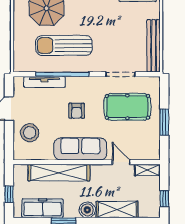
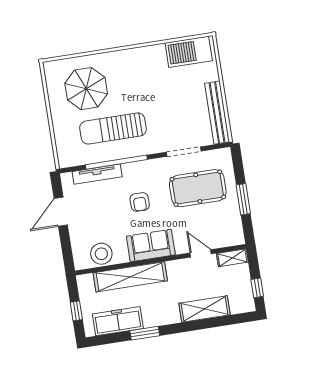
stool: (30, 133) -> (101, 254), moved
sofa: (80, 149) -> (151, 245), width x0.73
boiler: (87, 210) -> (170, 315), removed

